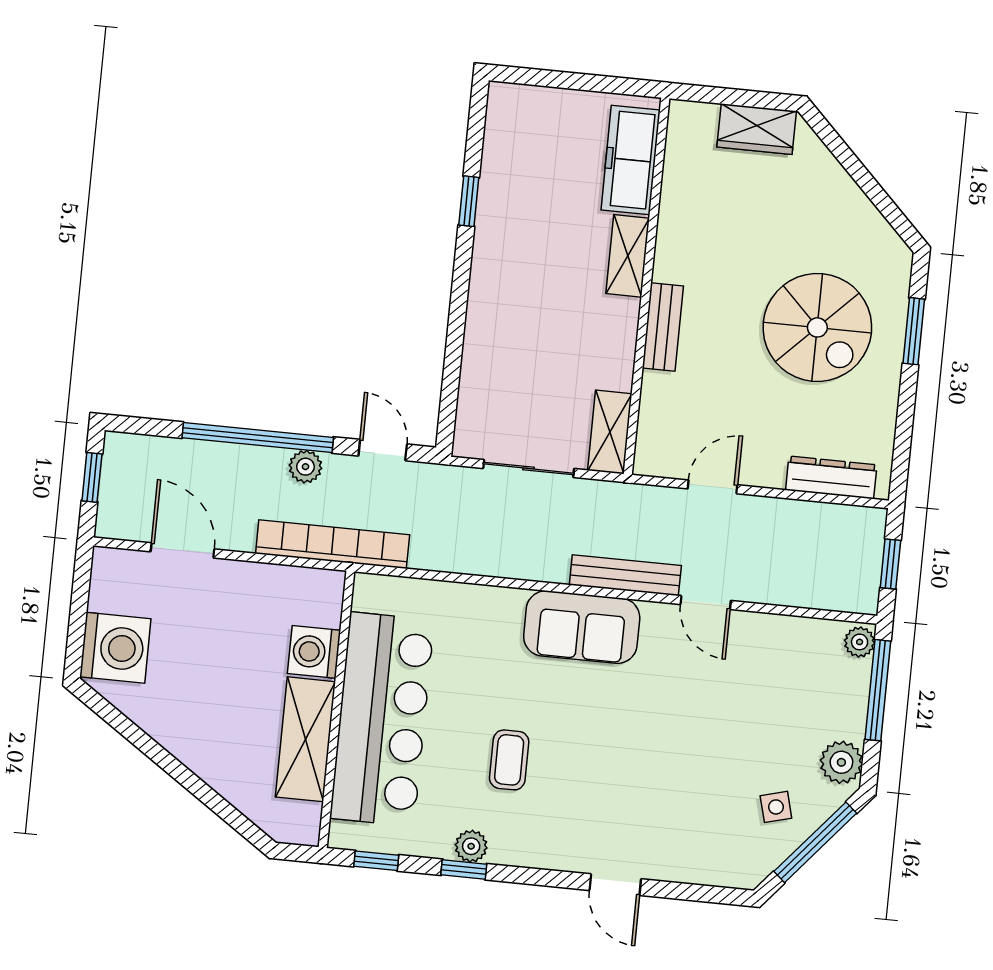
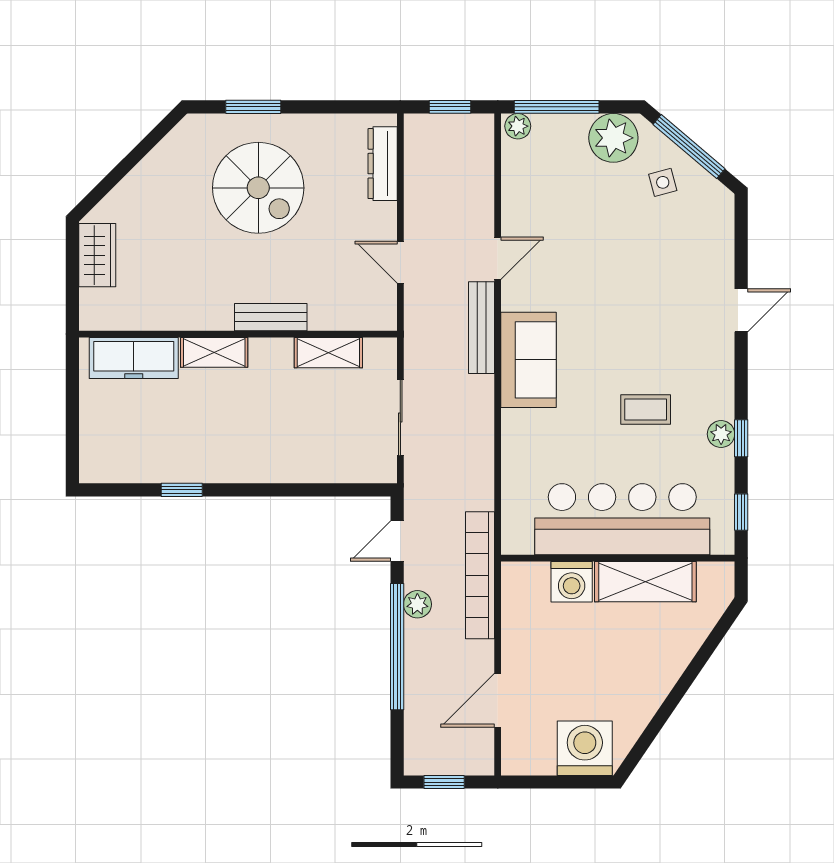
spiral stairs: (817, 327) -> (258, 188), turned 90
shelving: (610, 432) -> (328, 353), moved
plant: (841, 762) -> (613, 138), width x1.36, depth x1.36

